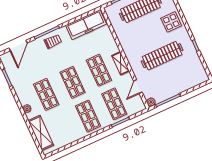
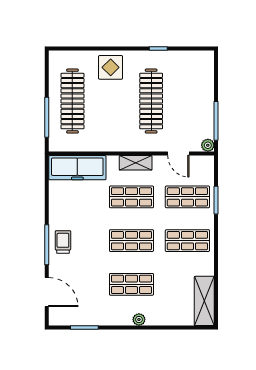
freezer: (86, 25) -> (77, 168), moved, turned 90
shelving: (41, 133) -> (204, 301), moved, turned 90

